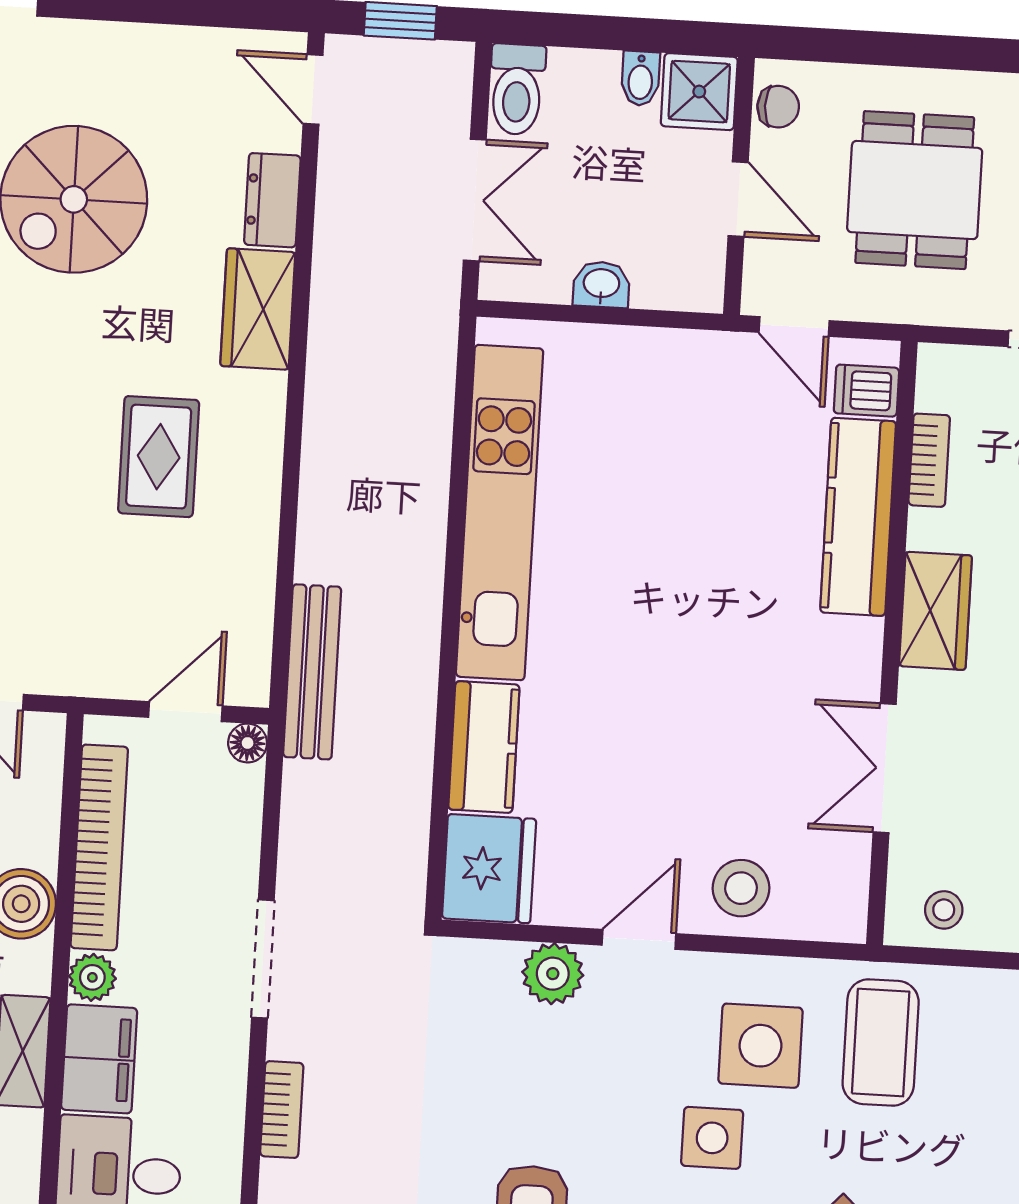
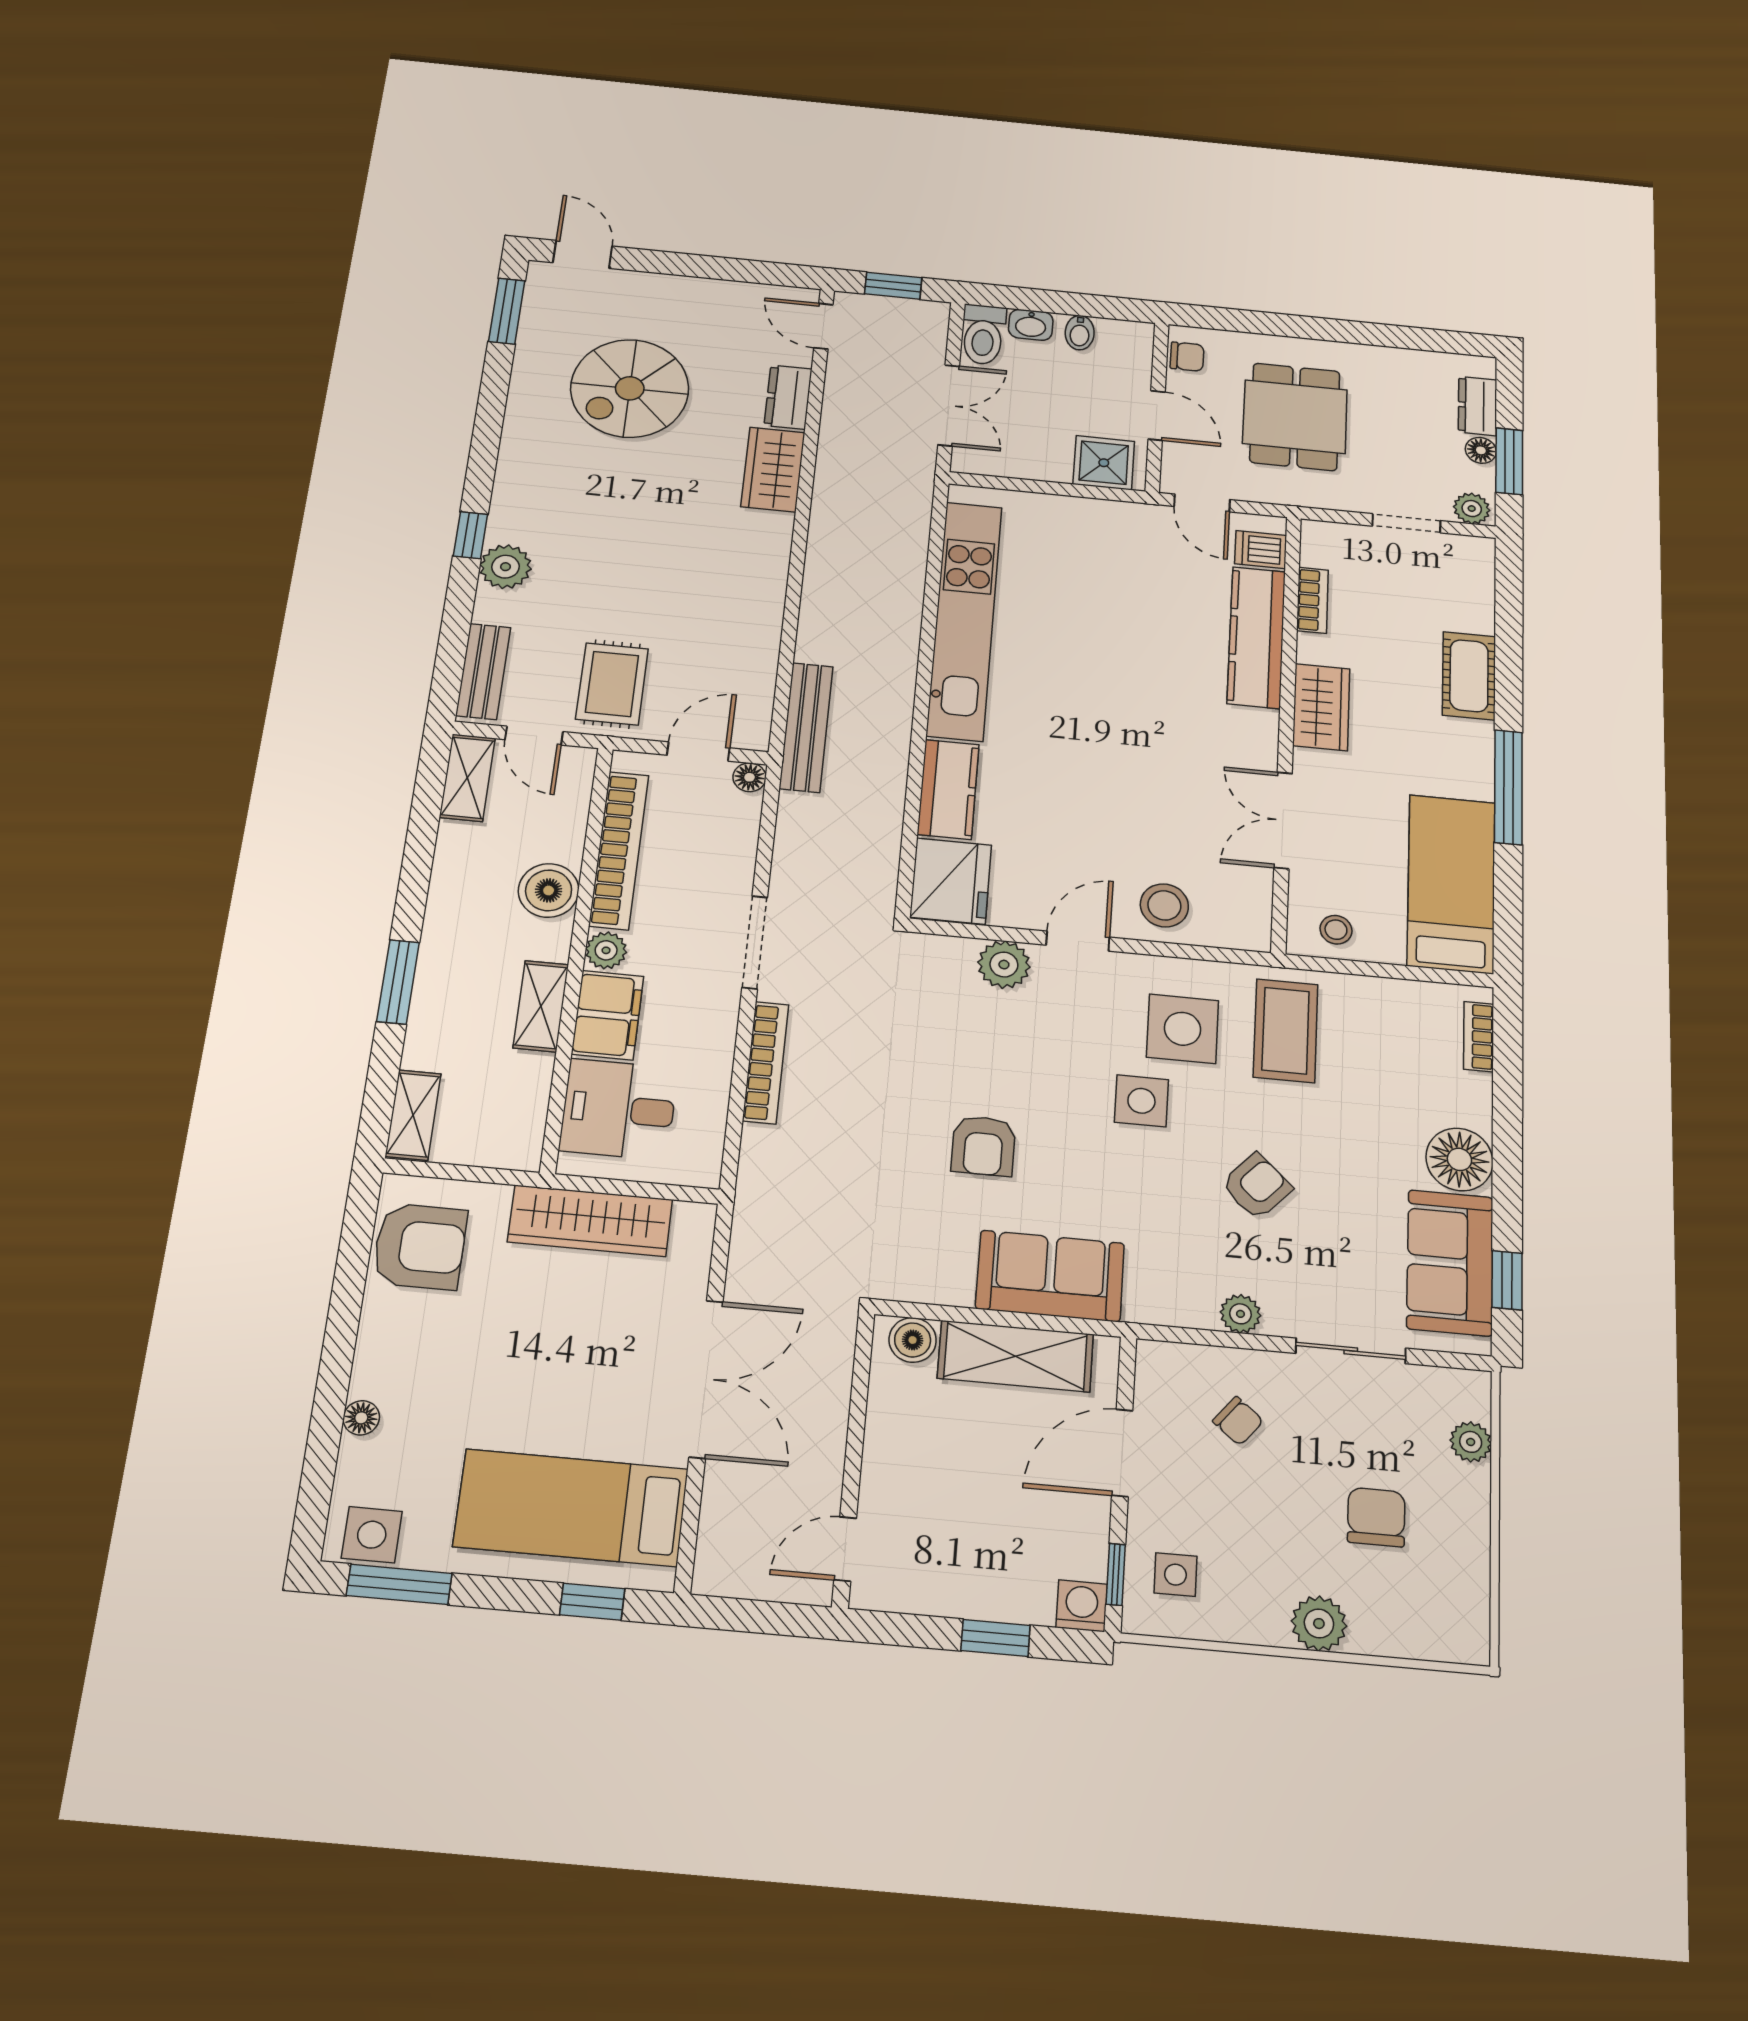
shower: (699, 92) -> (1104, 463), moved
washbasin: (601, 284) -> (1031, 325), moved, turned 180
rug: (159, 457) -> (612, 684), moved
bookcase: (282, 1110) -> (766, 1063), width x1.56

